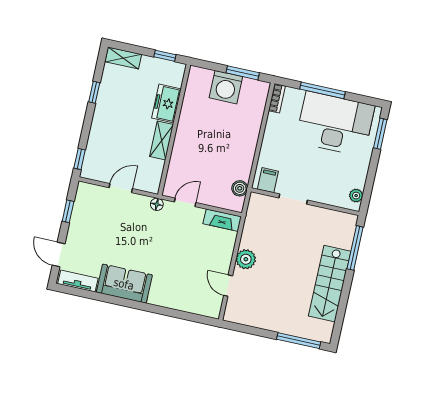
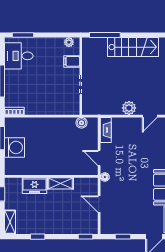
desk: (335, 124) -> (19, 56), width x0.53, depth x0.77
filing cabinet: (268, 180) -> (72, 61), moved

